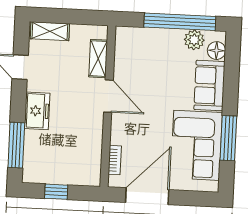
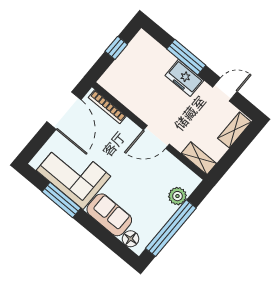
plant: (194, 40) -> (177, 196), moved
shelving: (98, 59) -> (199, 158), moved
window: (16, 145) -> (186, 57), moved
bookcase: (115, 160) -> (107, 107), width x1.56

